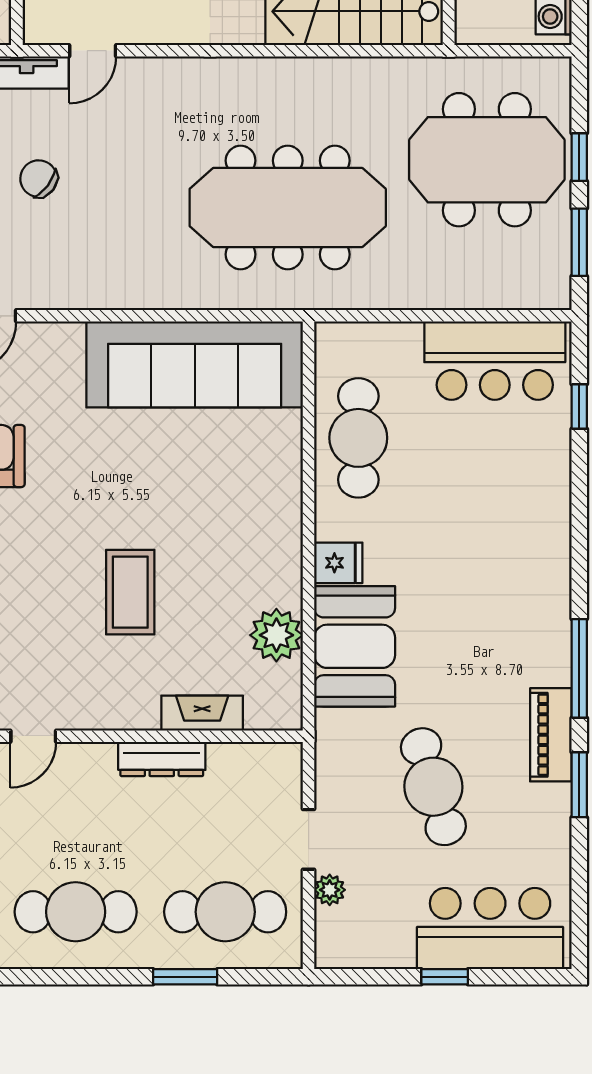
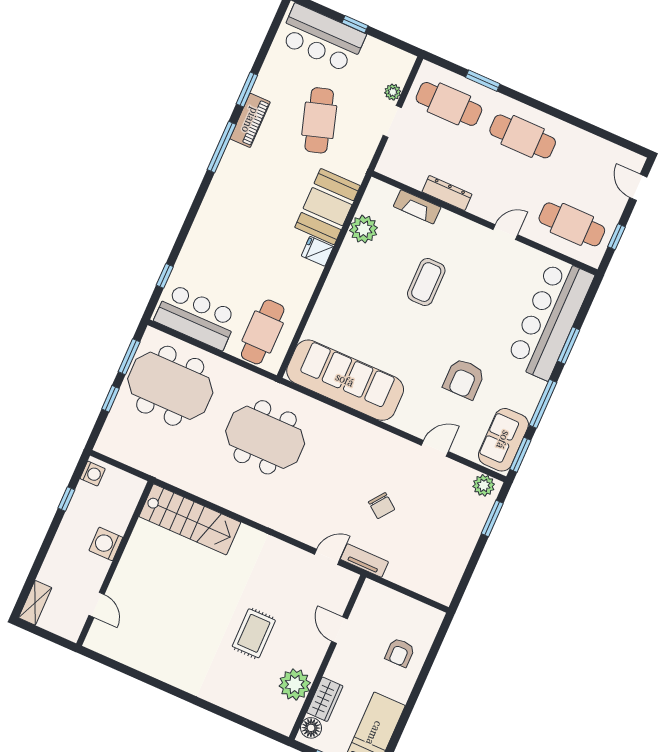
meeting table: (487, 160) -> (170, 386), moved
meeting table: (288, 207) -> (265, 437), width x0.73
cafe table: (358, 438) -> (263, 332), moved

